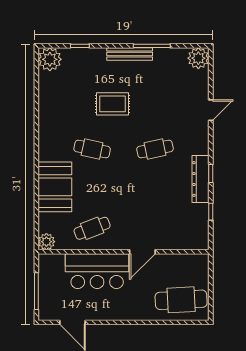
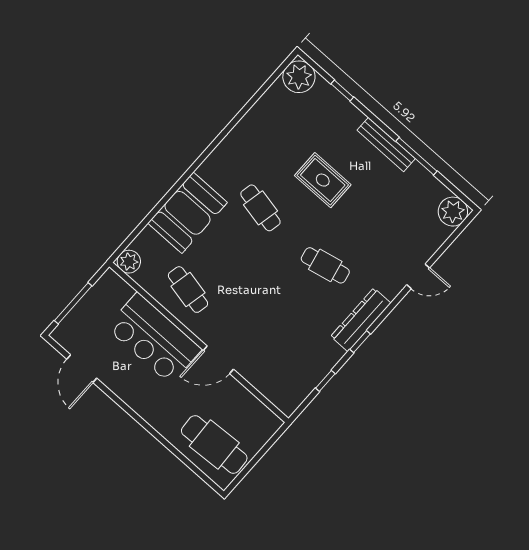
dresser: (200, 179) -> (361, 320), moved
cafe table: (92, 228) -> (188, 290), turned 33

